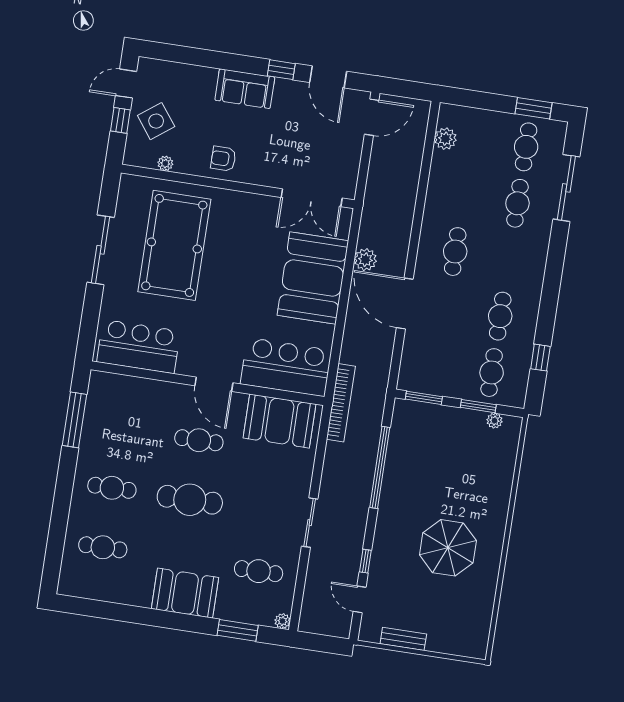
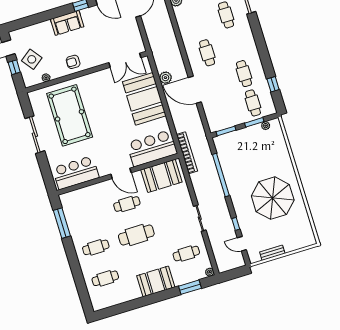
parasol: (448, 548) -> (273, 198), width x1.36, depth x1.36

